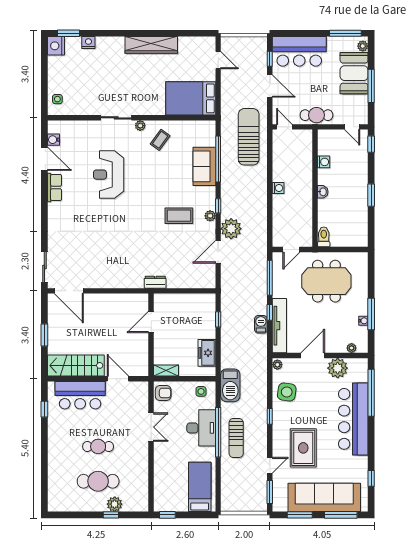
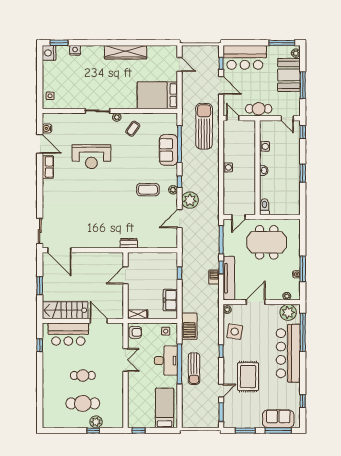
reception desk: (109, 175) -> (91, 157), turned -90
plant: (338, 368) -> (288, 312), moved
sofa: (324, 497) -> (278, 419), width x0.54, depth x0.79

